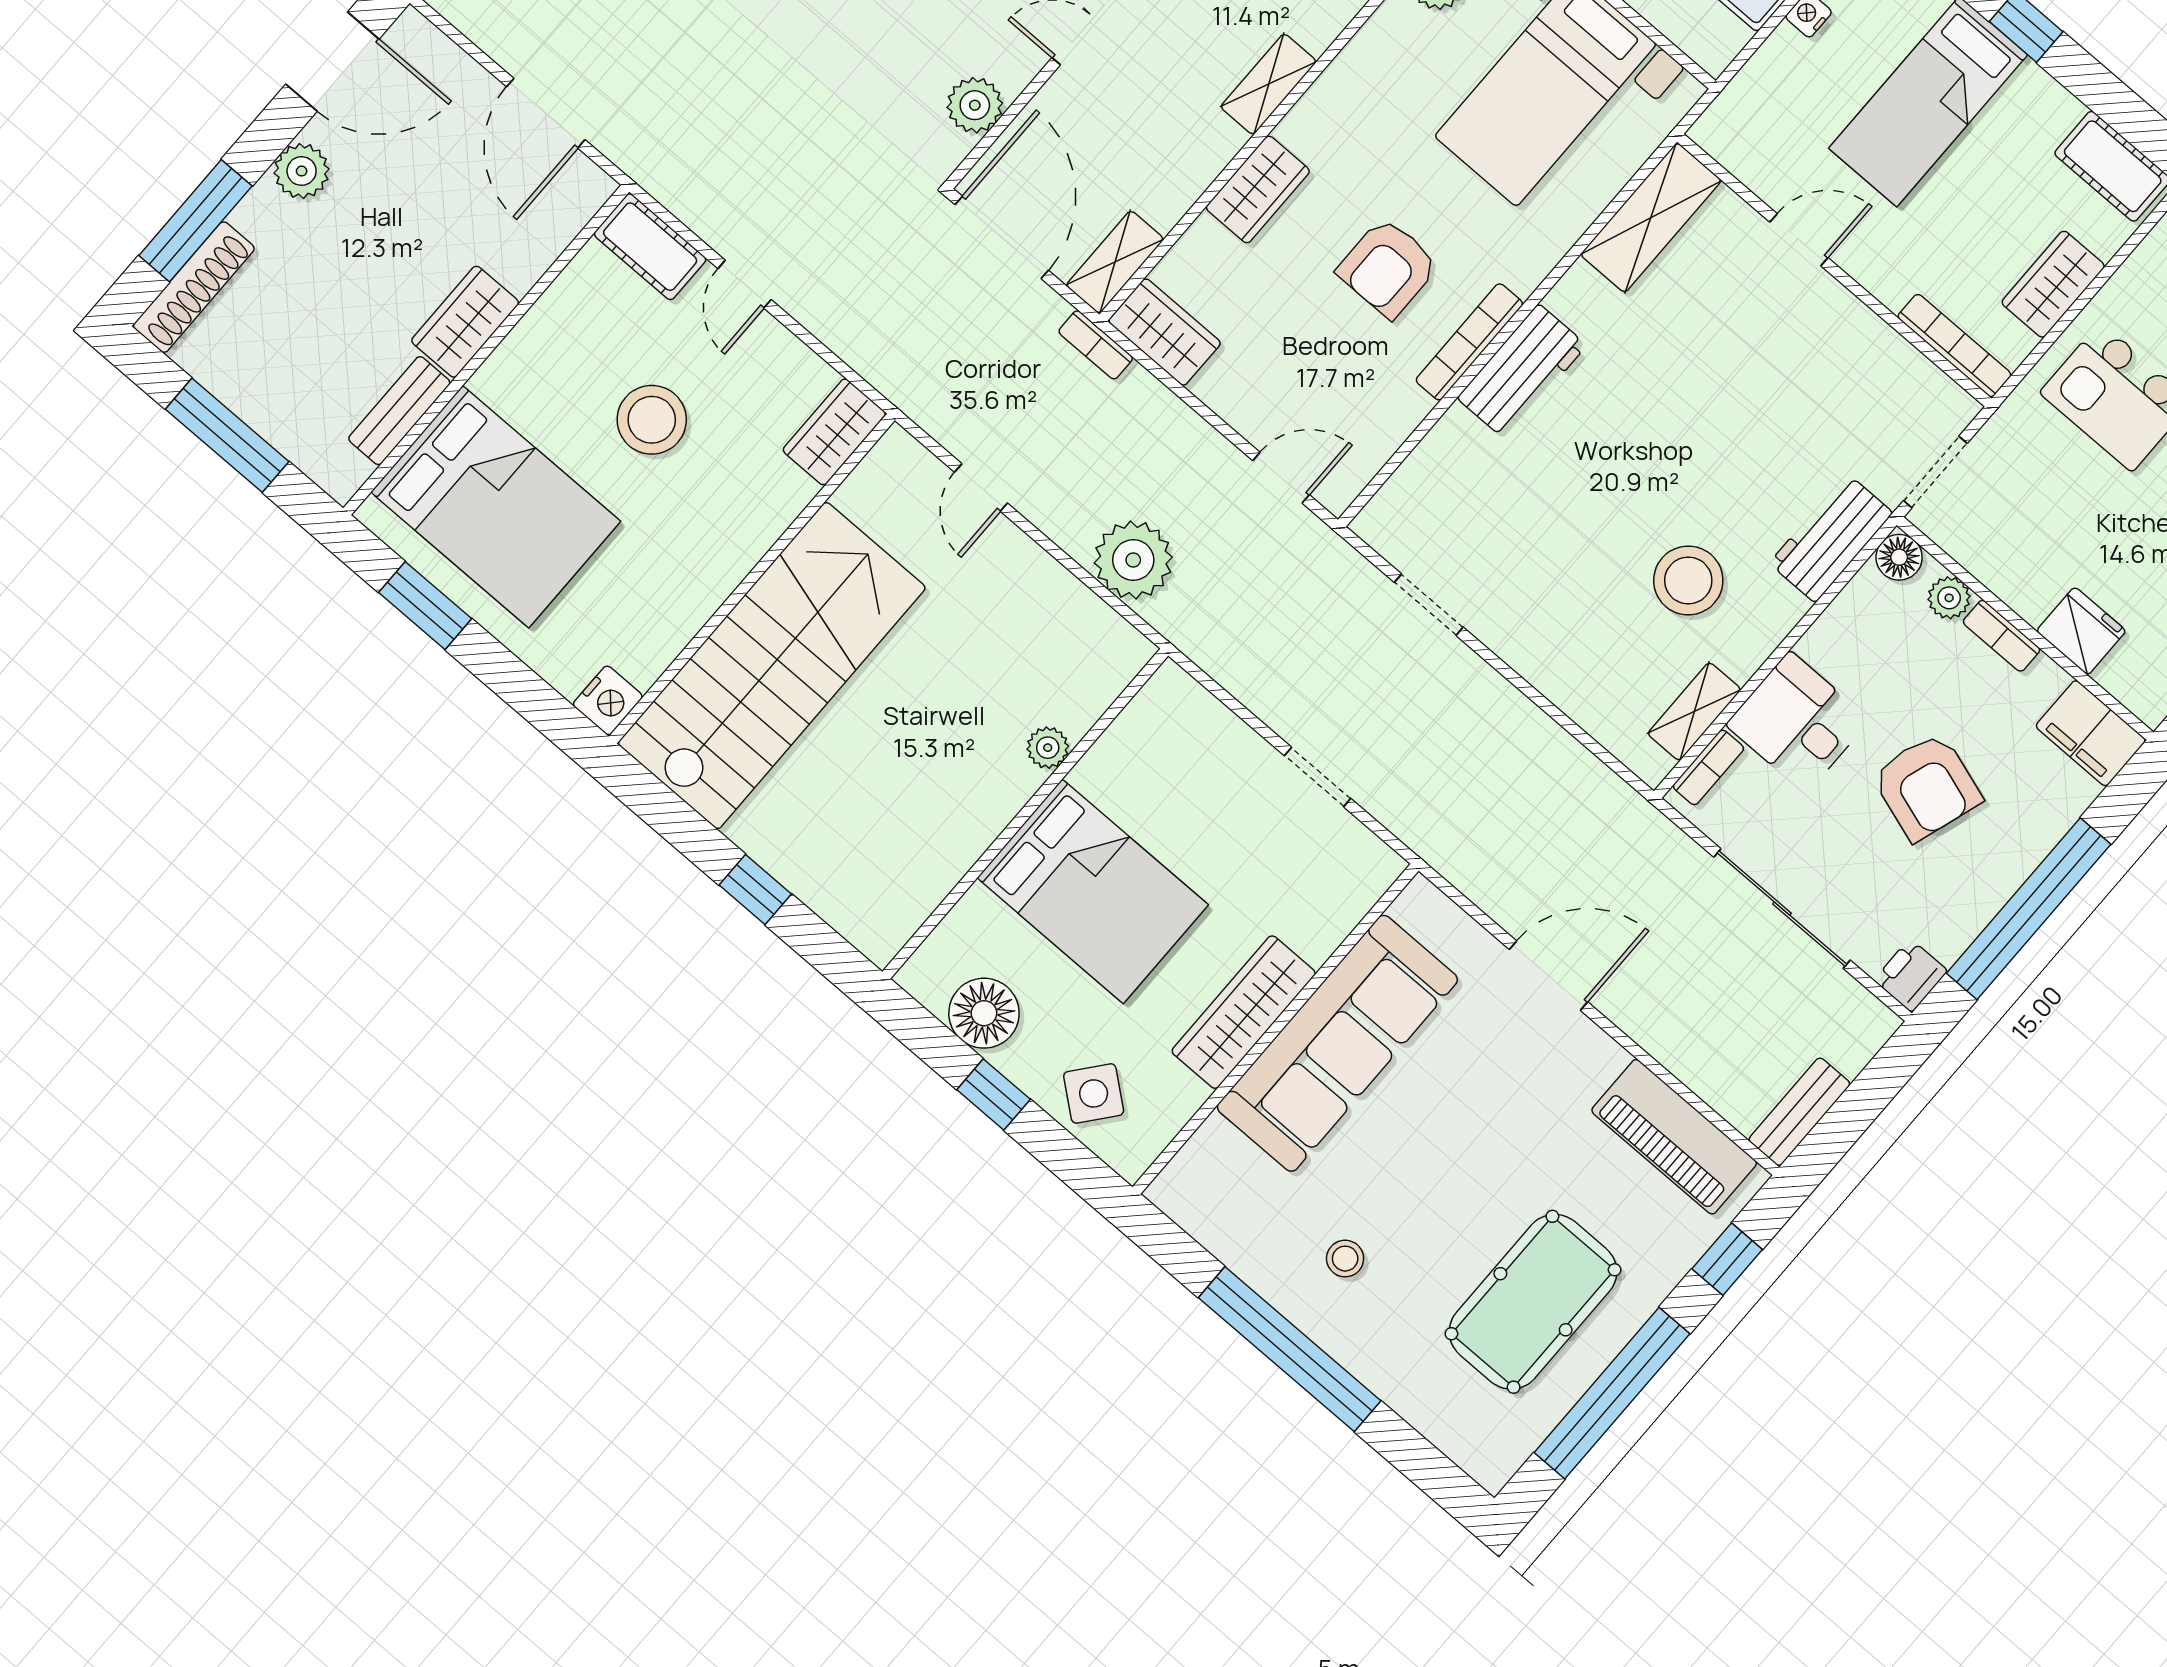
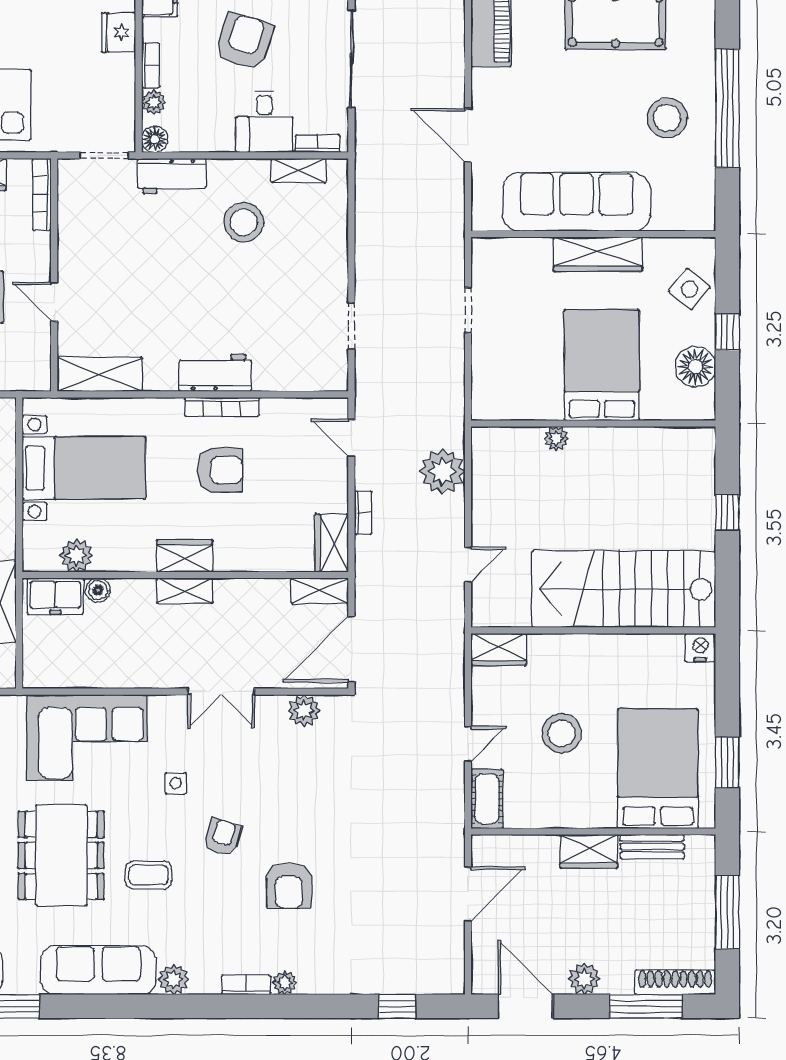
wardrobe: (1258, 189) -> (185, 556), moved
bookcase: (1096, 345) -> (363, 513), moved
stool: (1345, 1259) -> (667, 118), width x1.89, depth x1.89

